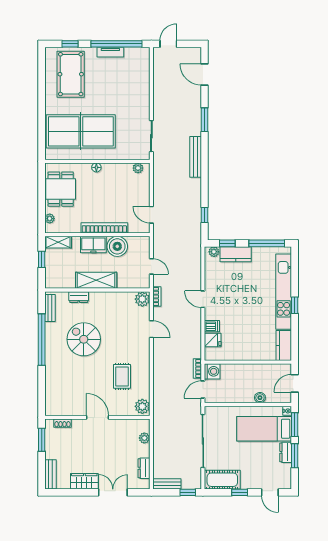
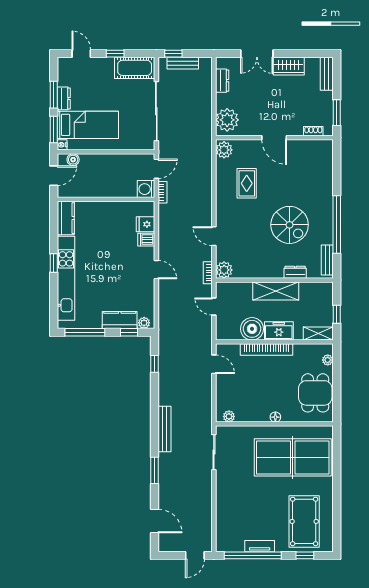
boiler: (260, 398) -> (73, 160), moved
plant: (144, 438) -> (227, 120), width x1.88, depth x1.88
bench: (167, 484) -> (183, 63), moved

